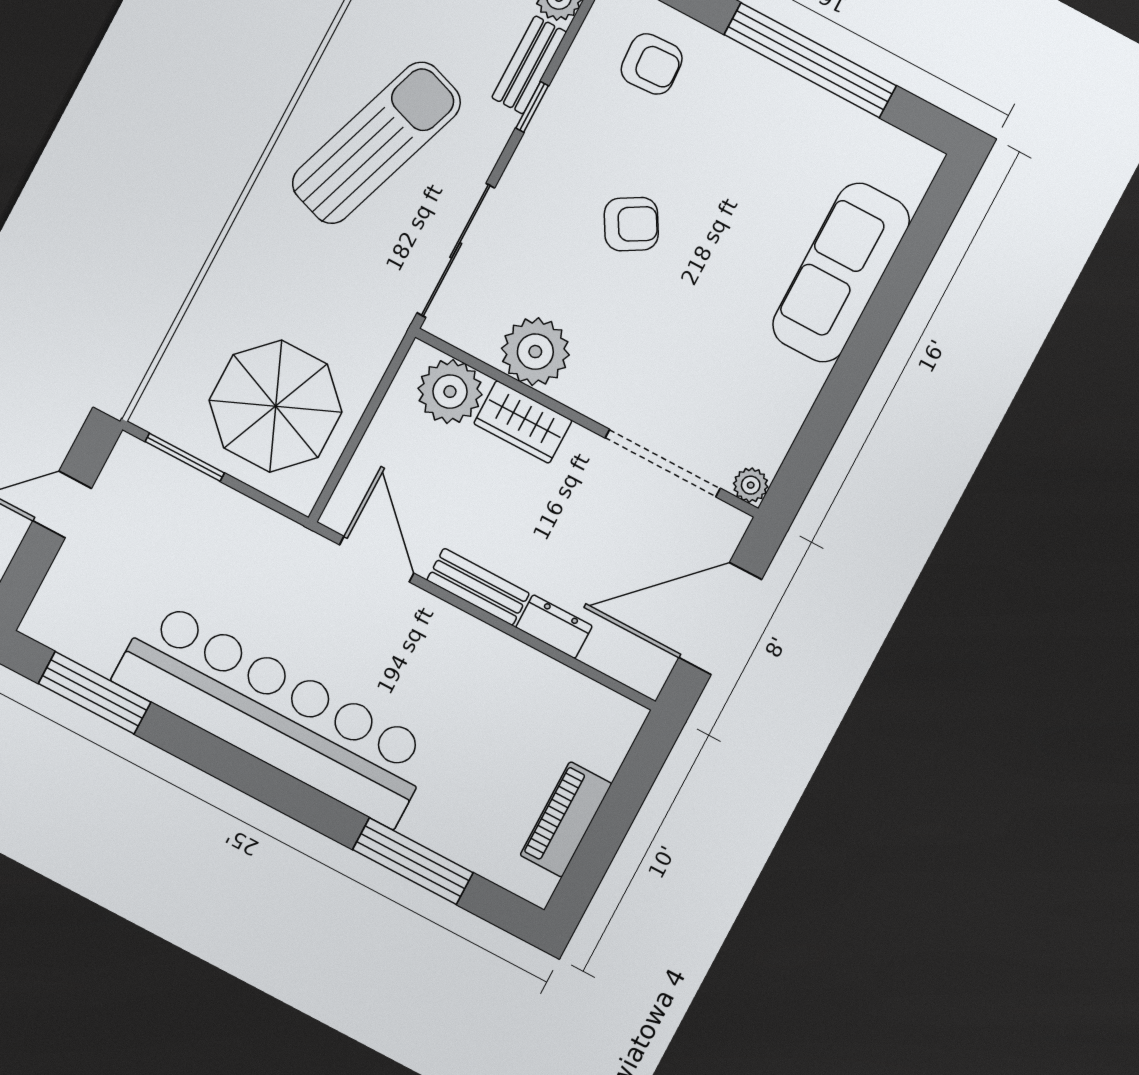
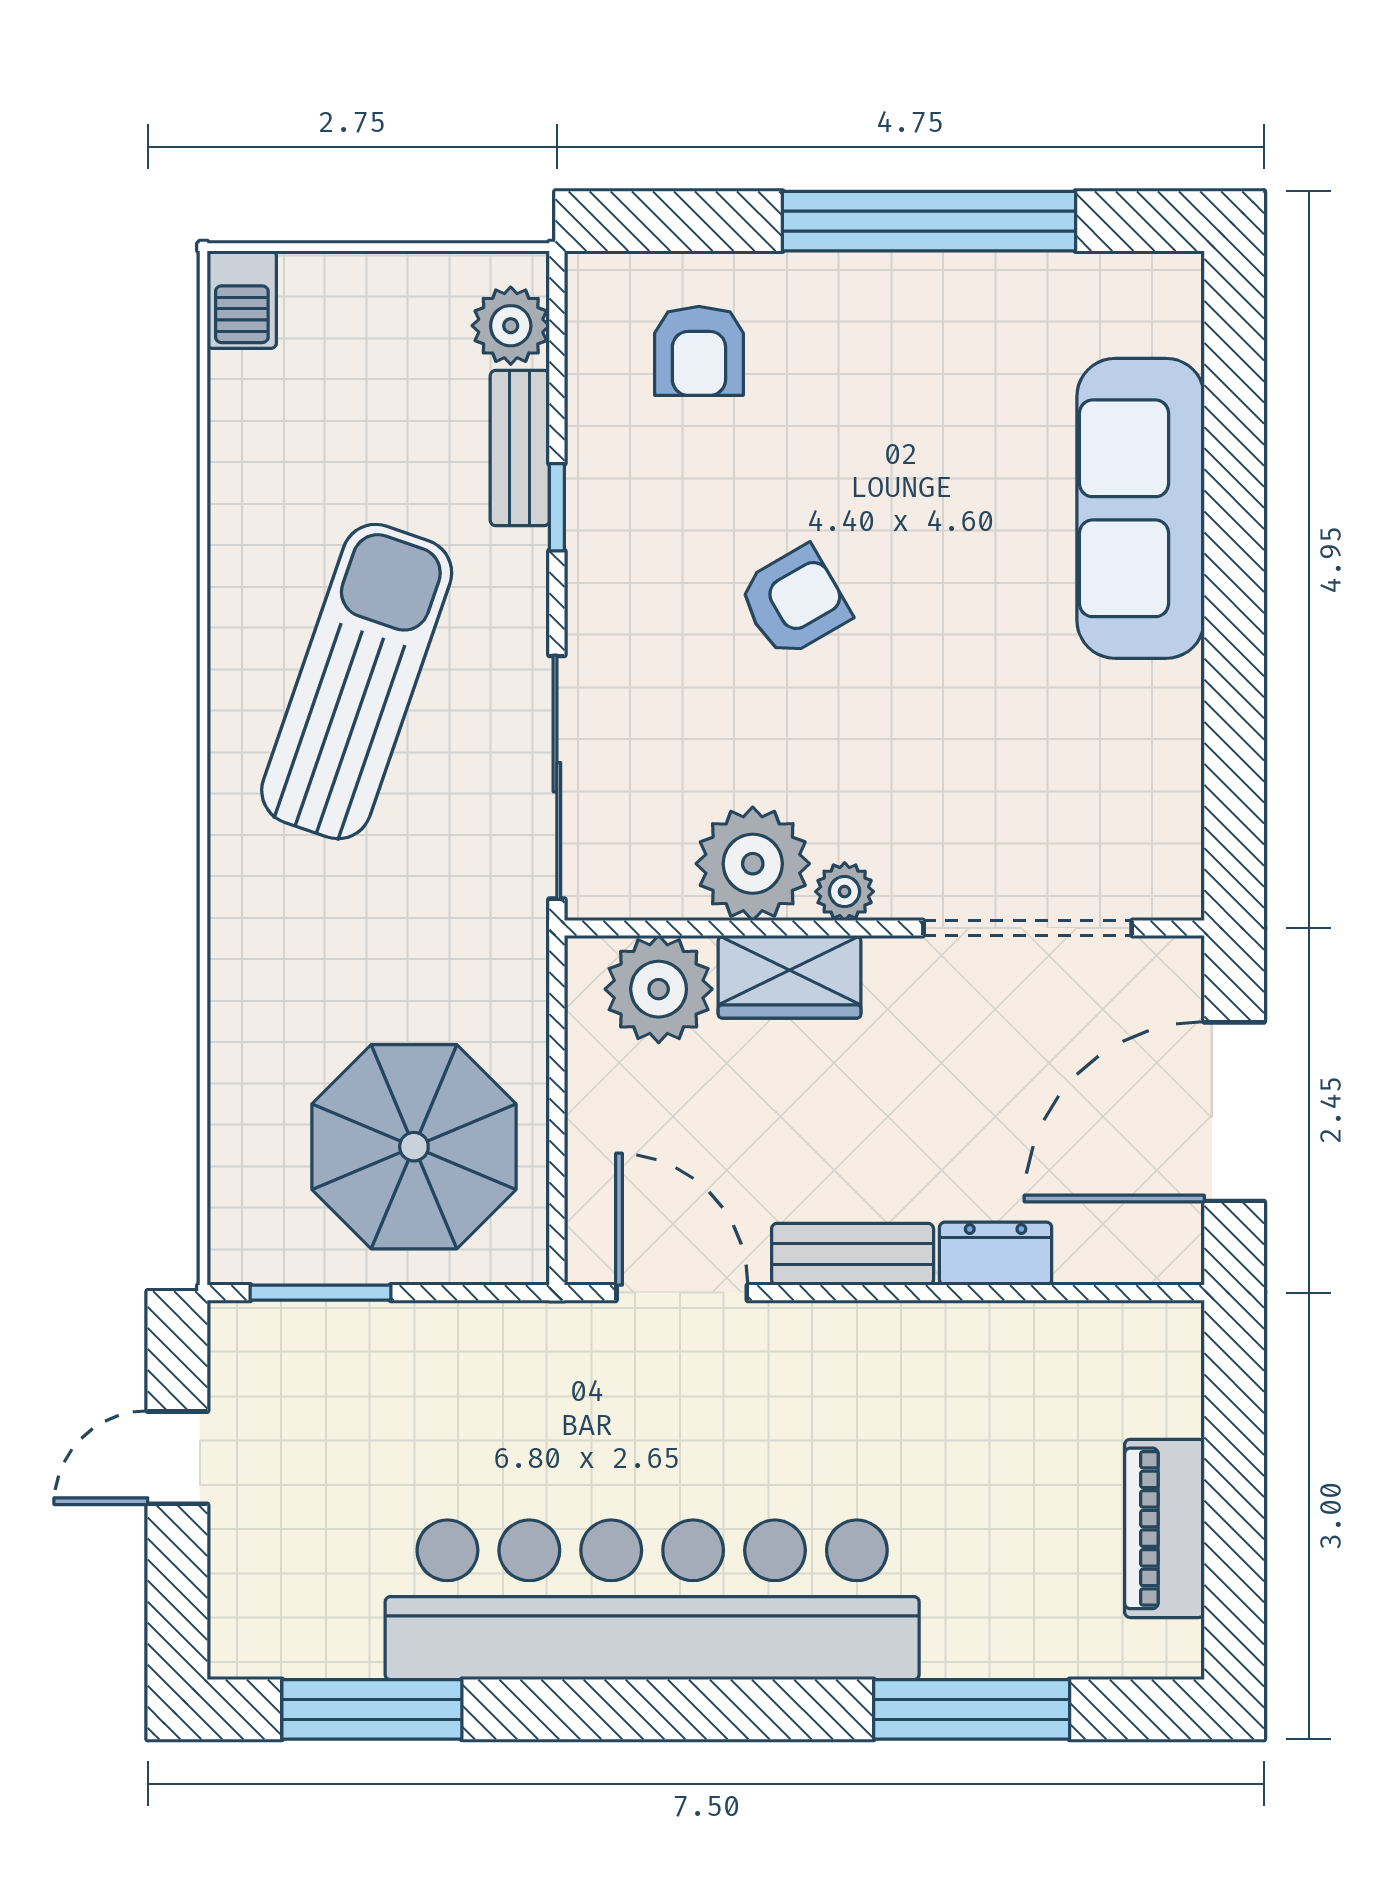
armchair: (652, 64) -> (699, 351), turned 93
plant: (751, 485) -> (845, 892), moved

